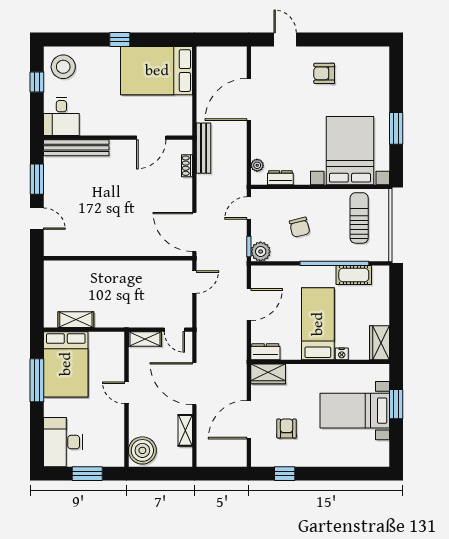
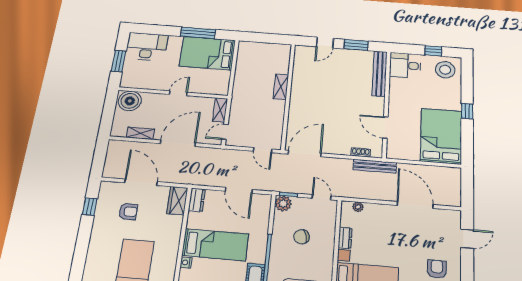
dresser: (280, 178) -> (345, 238), moved
shelving: (76, 320) -> (281, 87), moved

